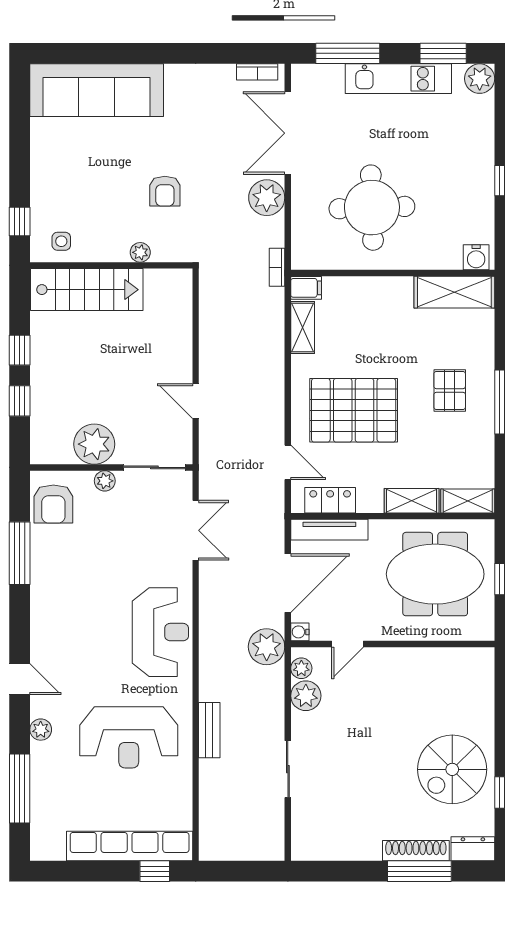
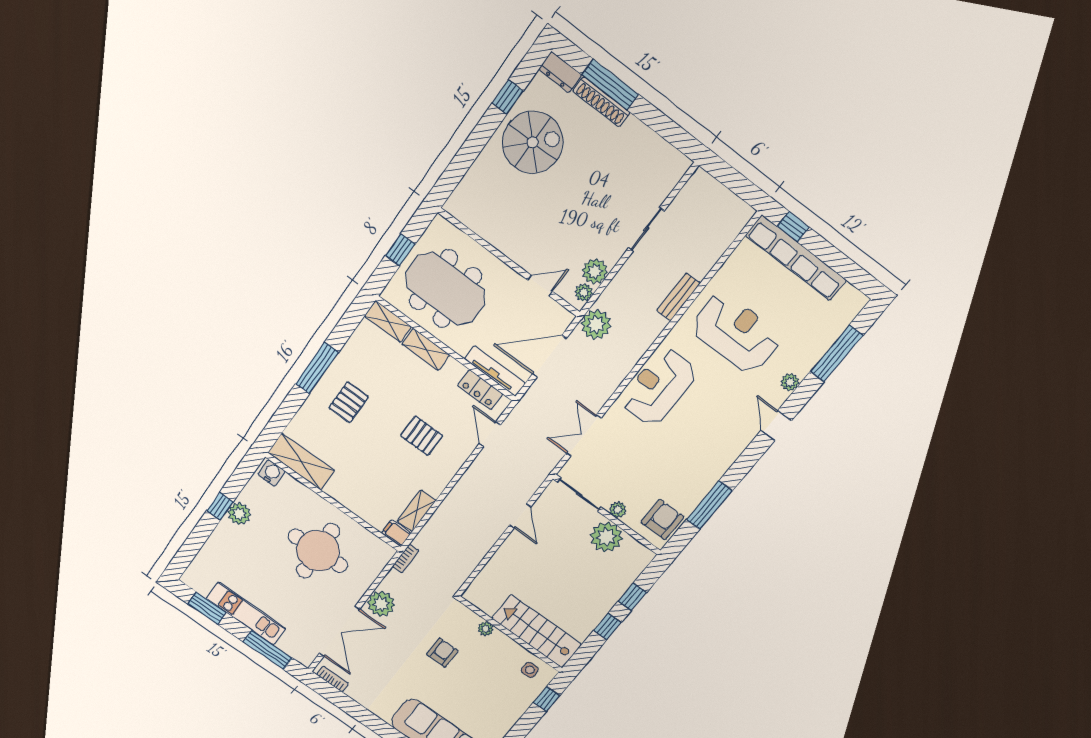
plant: (480, 79) -> (239, 514), moved
pallet: (354, 410) -> (422, 436), width x0.49, depth x0.50
water cooler: (300, 632) -> (566, 318), removed

